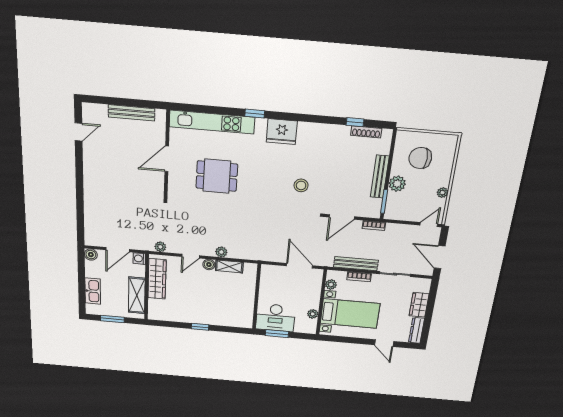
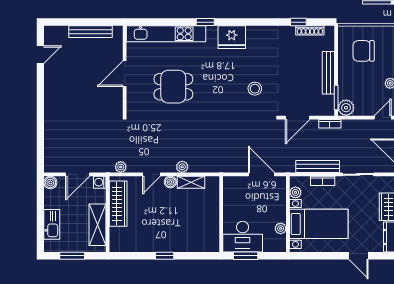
plant: (397, 184) -> (346, 108), moved

